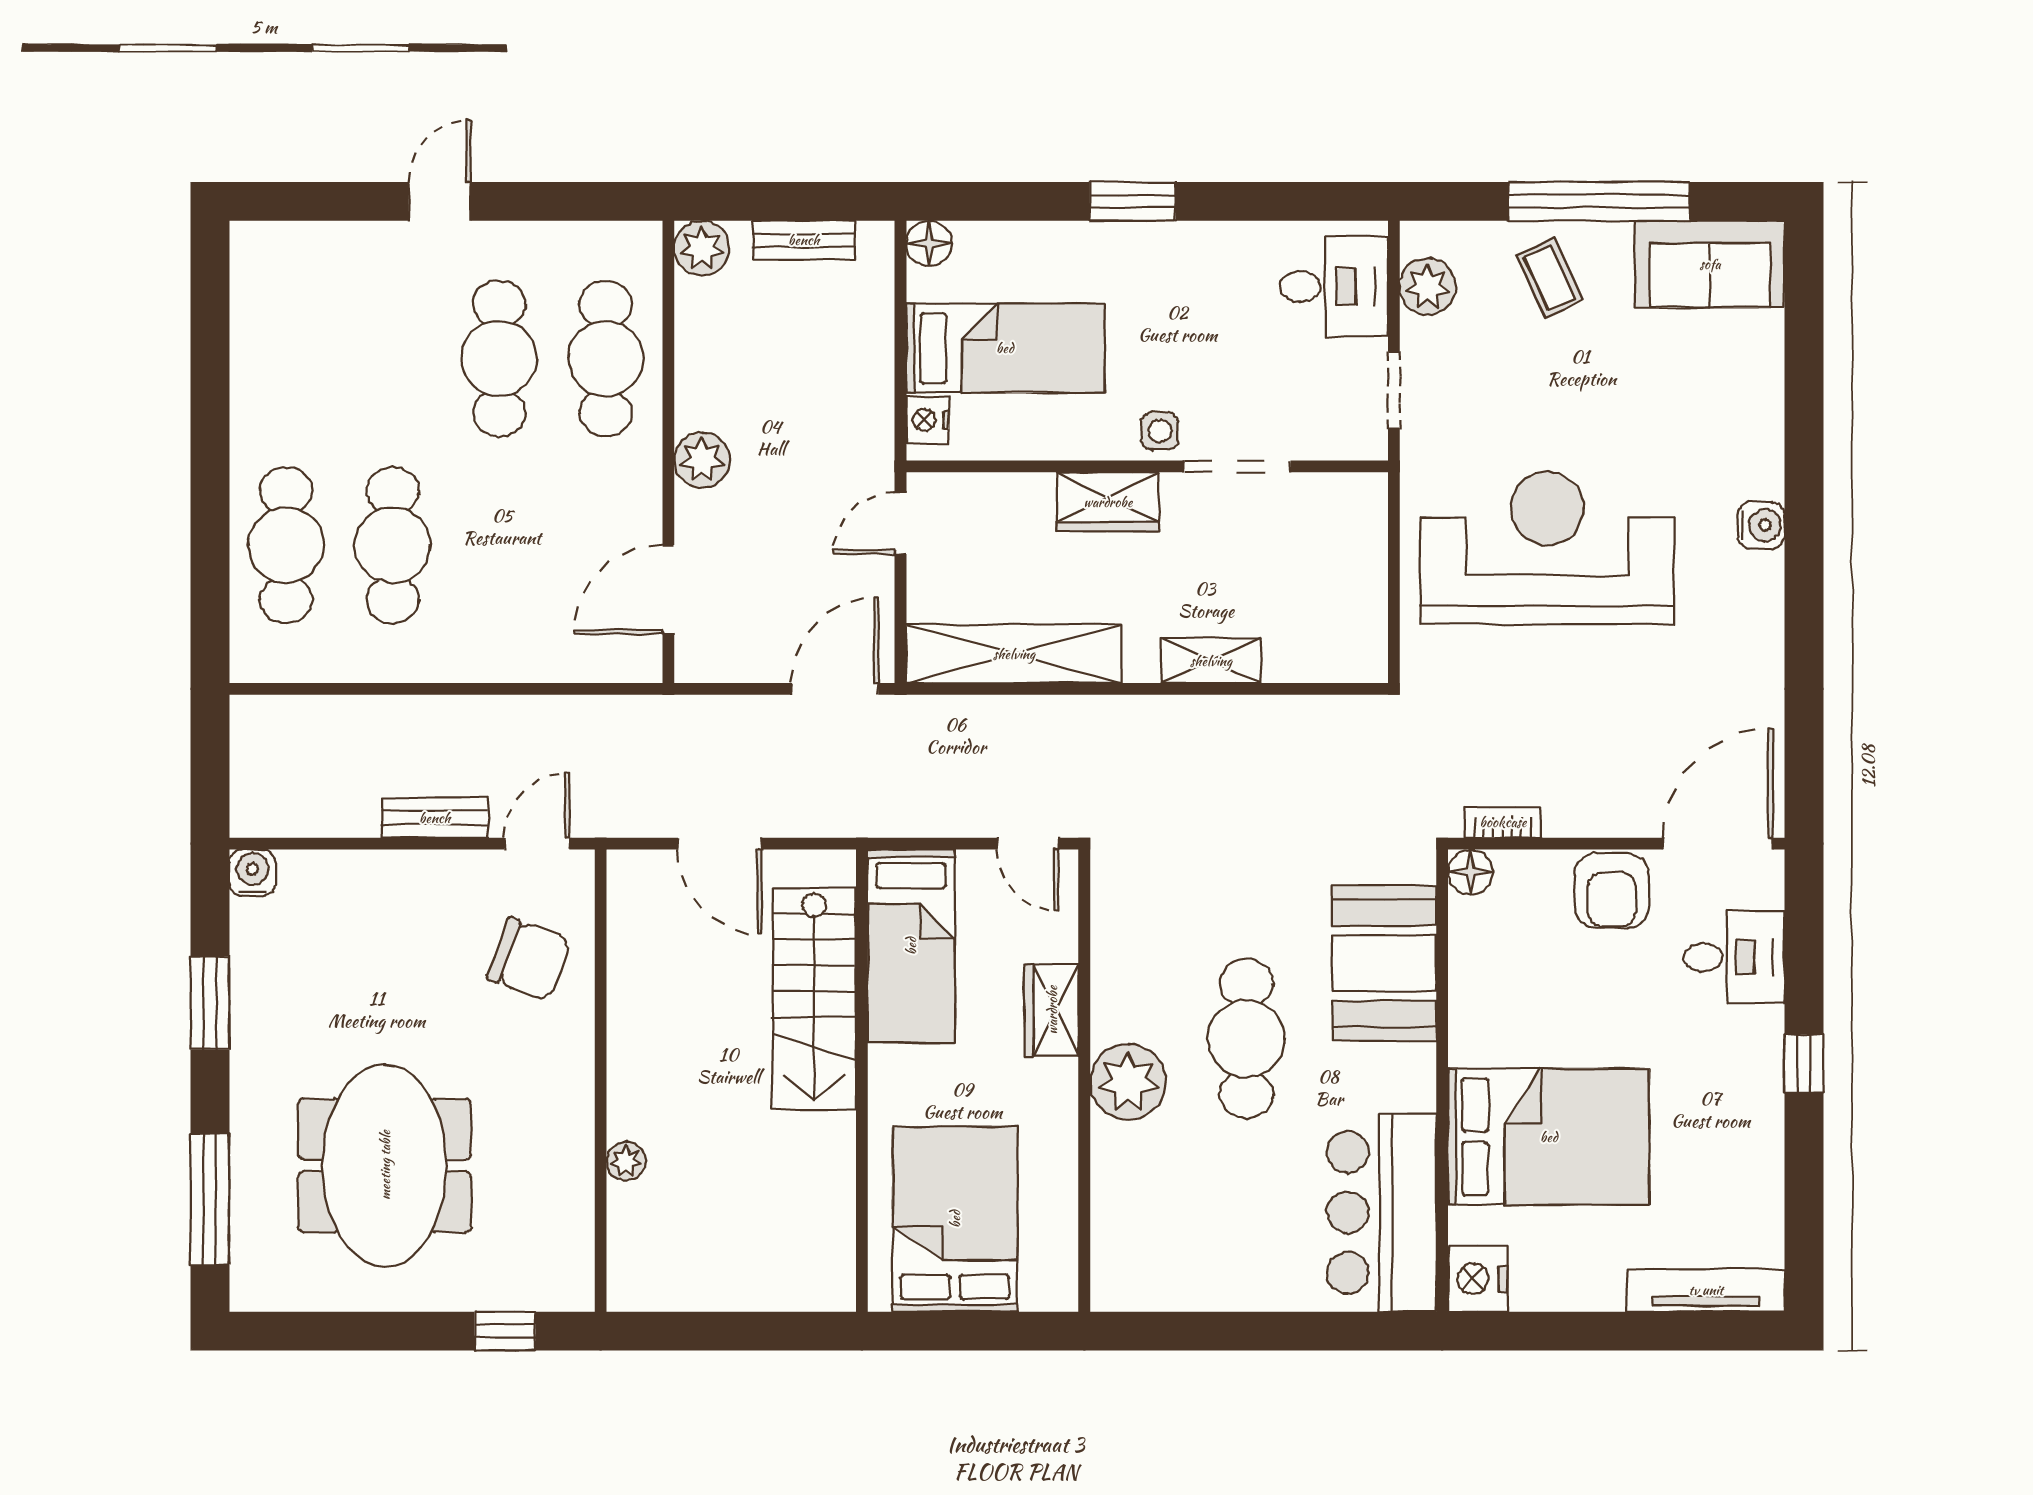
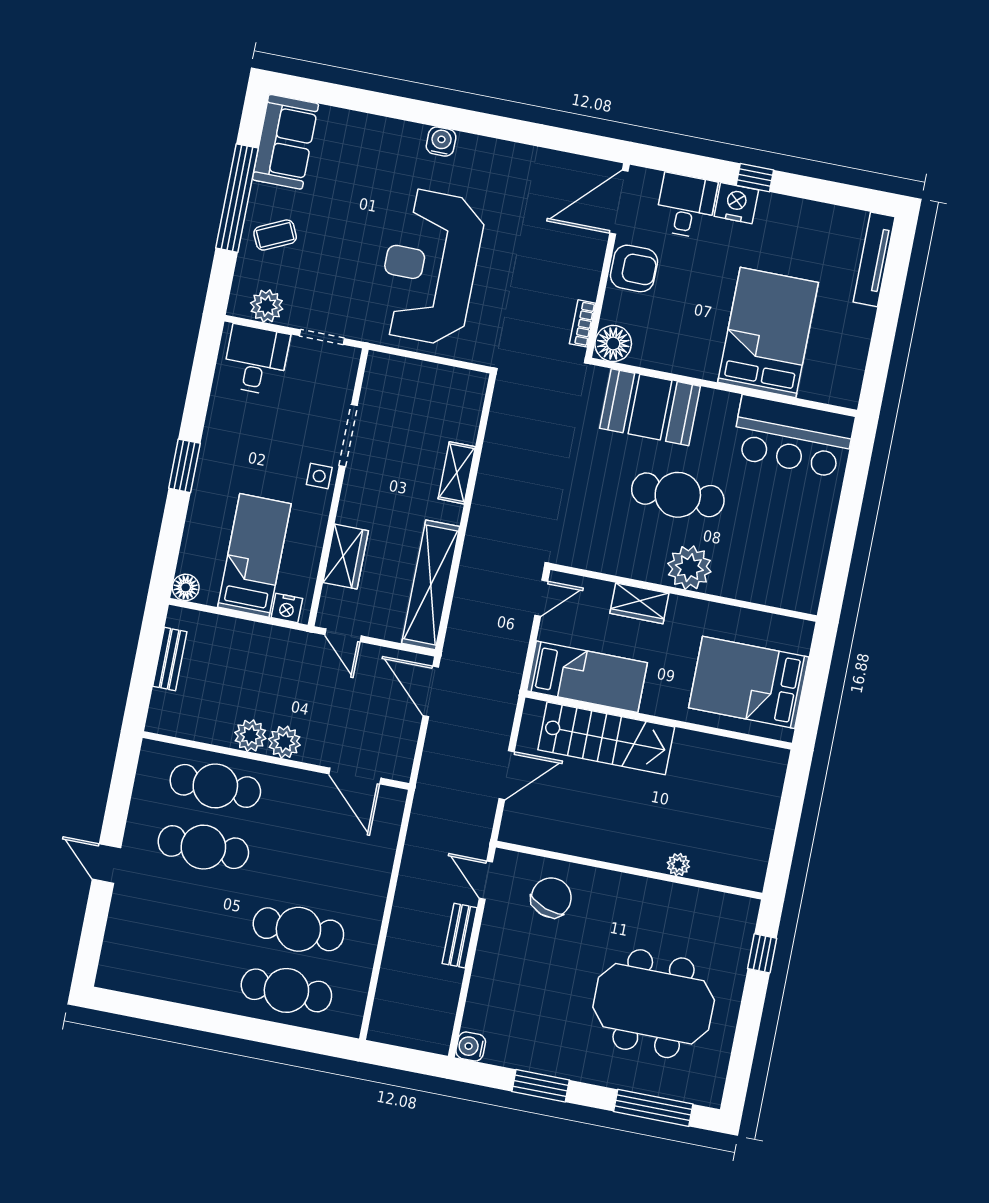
plant: (702, 248) -> (250, 736), moved
wardrobe: (1108, 502) -> (346, 557), moved
door: (1718, 844) -> (619, 202), hinge flipped
floor lamp: (1471, 872) -> (613, 343), width x1.38, depth x1.38
nightstand: (1478, 1279) -> (736, 203), moved, turned 180

